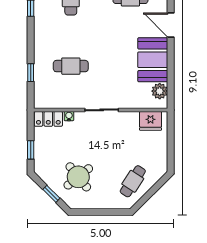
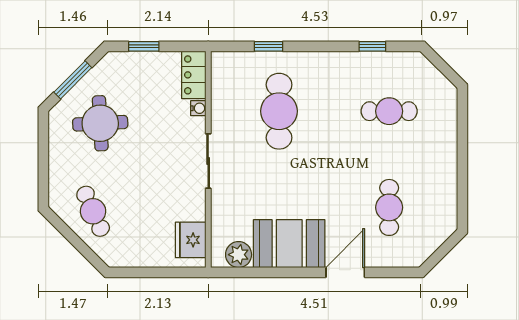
cafe table: (71, 66) -> (279, 111), width x1.37, depth x1.35
round table: (78, 177) -> (100, 123), turned 36
cafe table: (133, 181) -> (93, 211), turned 33
window: (51, 194) -> (73, 80), width x1.50

